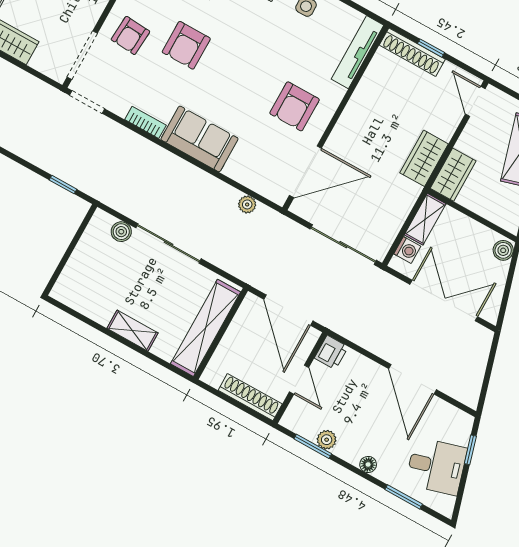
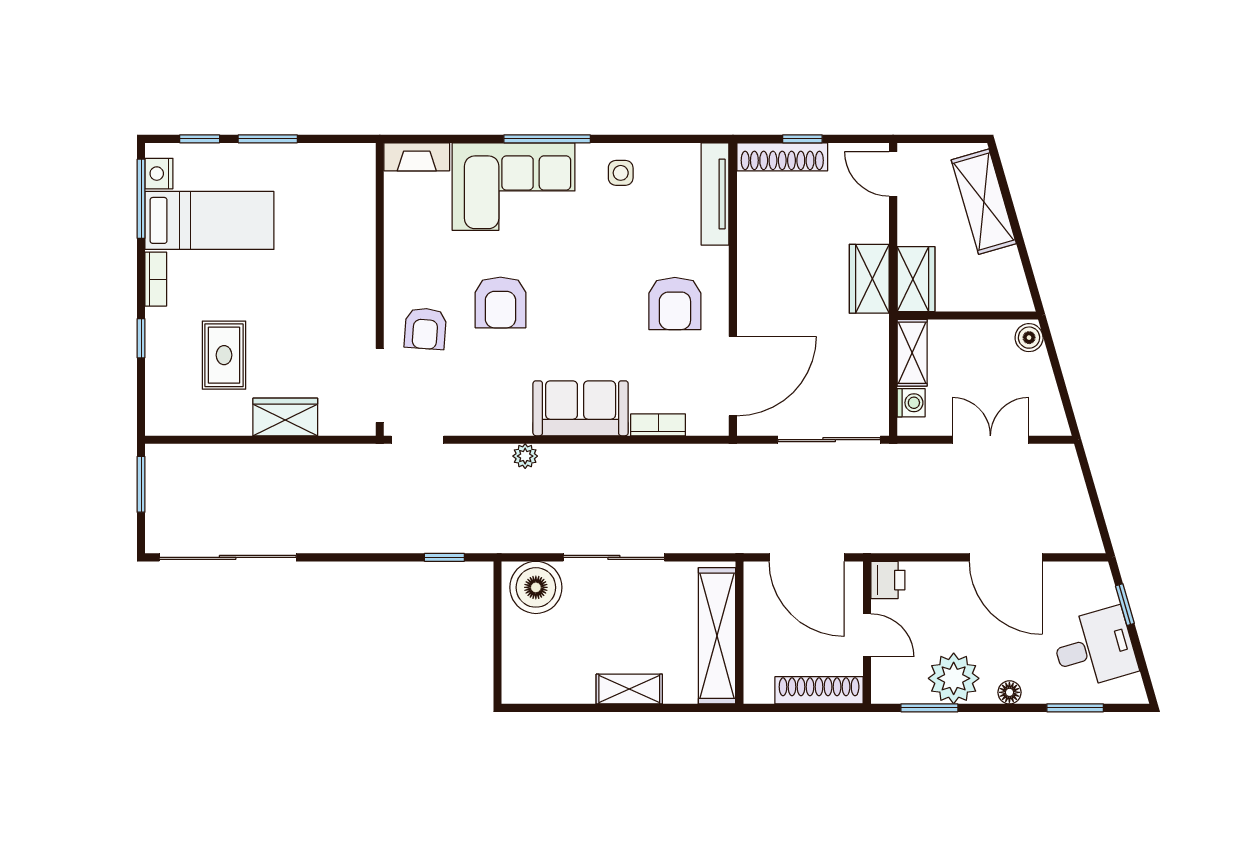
bookcase: (145, 122) -> (658, 425), moved
plant: (247, 204) -> (525, 456), moved
boiler: (121, 232) -> (536, 587), width x1.86, depth x1.86
double door: (444, 301) -> (990, 440), width x0.73
plant: (327, 440) -> (954, 678), width x1.87, depth x1.87

